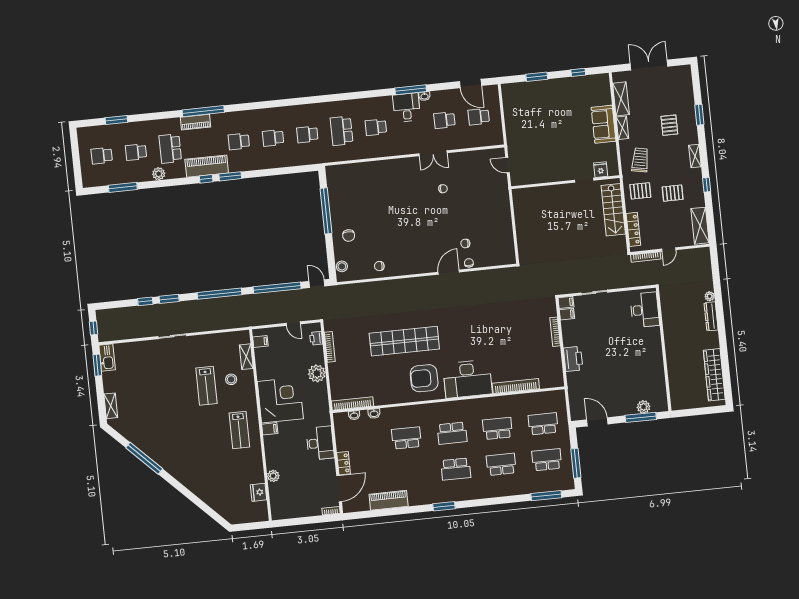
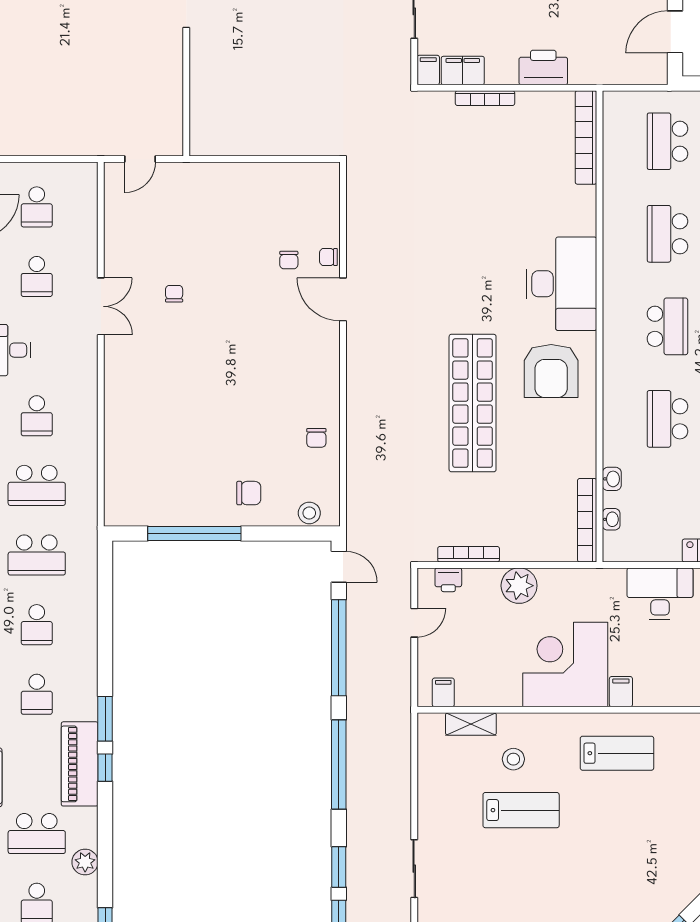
school desk: (307, 134) -> (37, 555), width x1.85
door: (317, 284) -> (339, 567), swing flipped
filing cabinet: (567, 314) -> (463, 71), width x2.00
bookcase: (516, 386) -> (586, 137), moved

